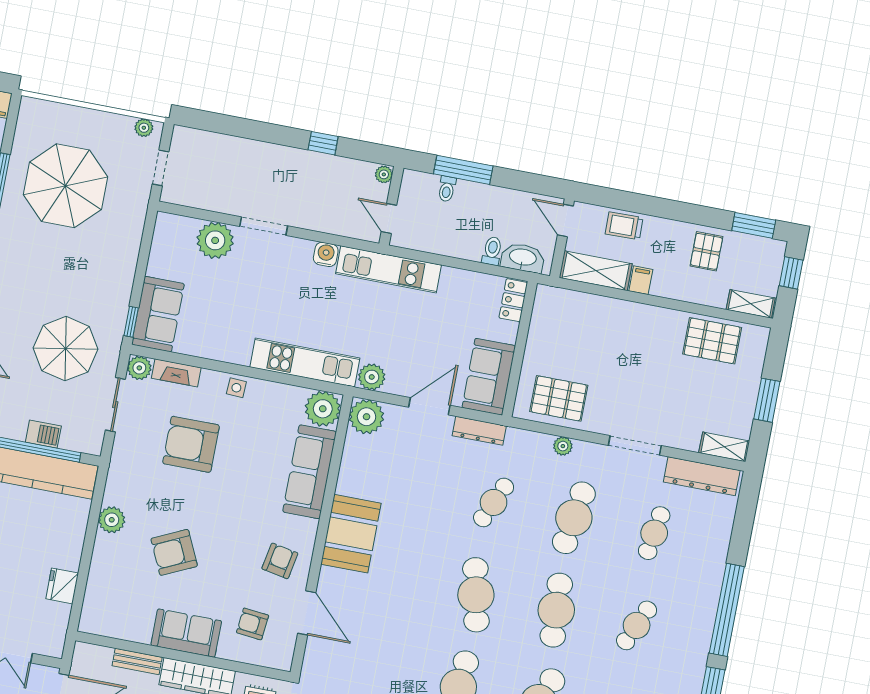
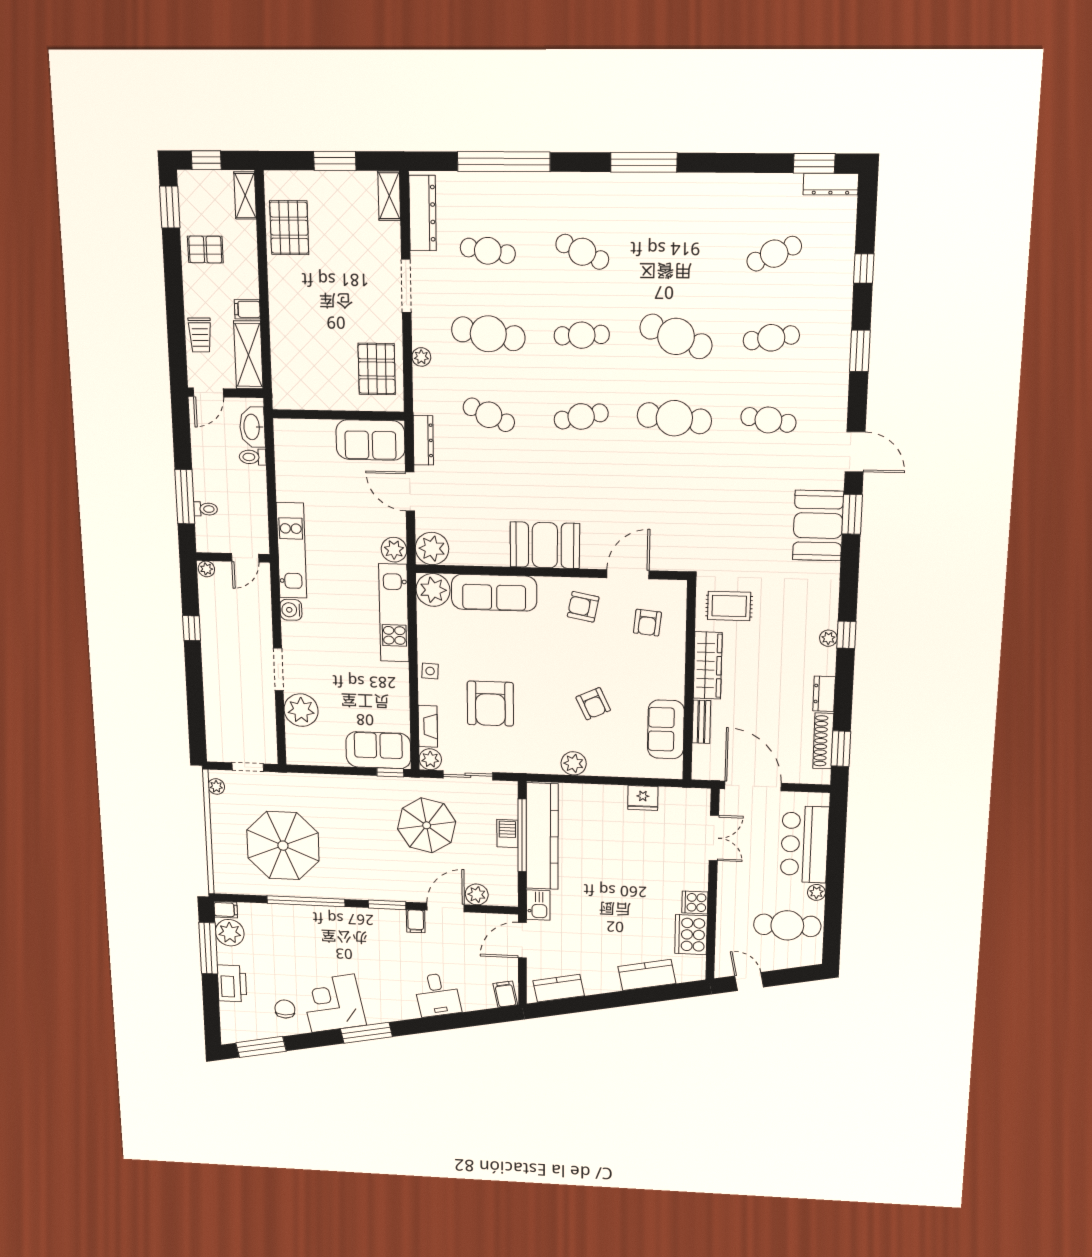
locker: (513, 300) -> (294, 429), removed
armchair: (174, 552) -> (593, 704), width x0.72, depth x0.72
cafe table: (476, 595) -> (581, 417), width x0.73, depth x0.74
cafe table: (556, 610) -> (582, 335), width x0.73, depth x0.74
window: (727, 610) -> (504, 162), moved
sofa: (186, 633) -> (666, 729), moved

